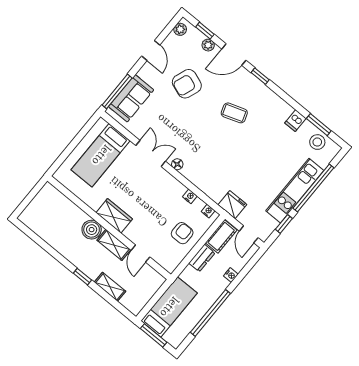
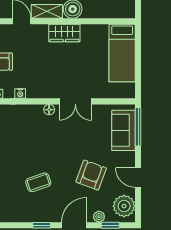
plant: (180, 29) -> (124, 206), width x1.88, depth x1.88
bed: (101, 155) -> (122, 53), moved, turned 180

